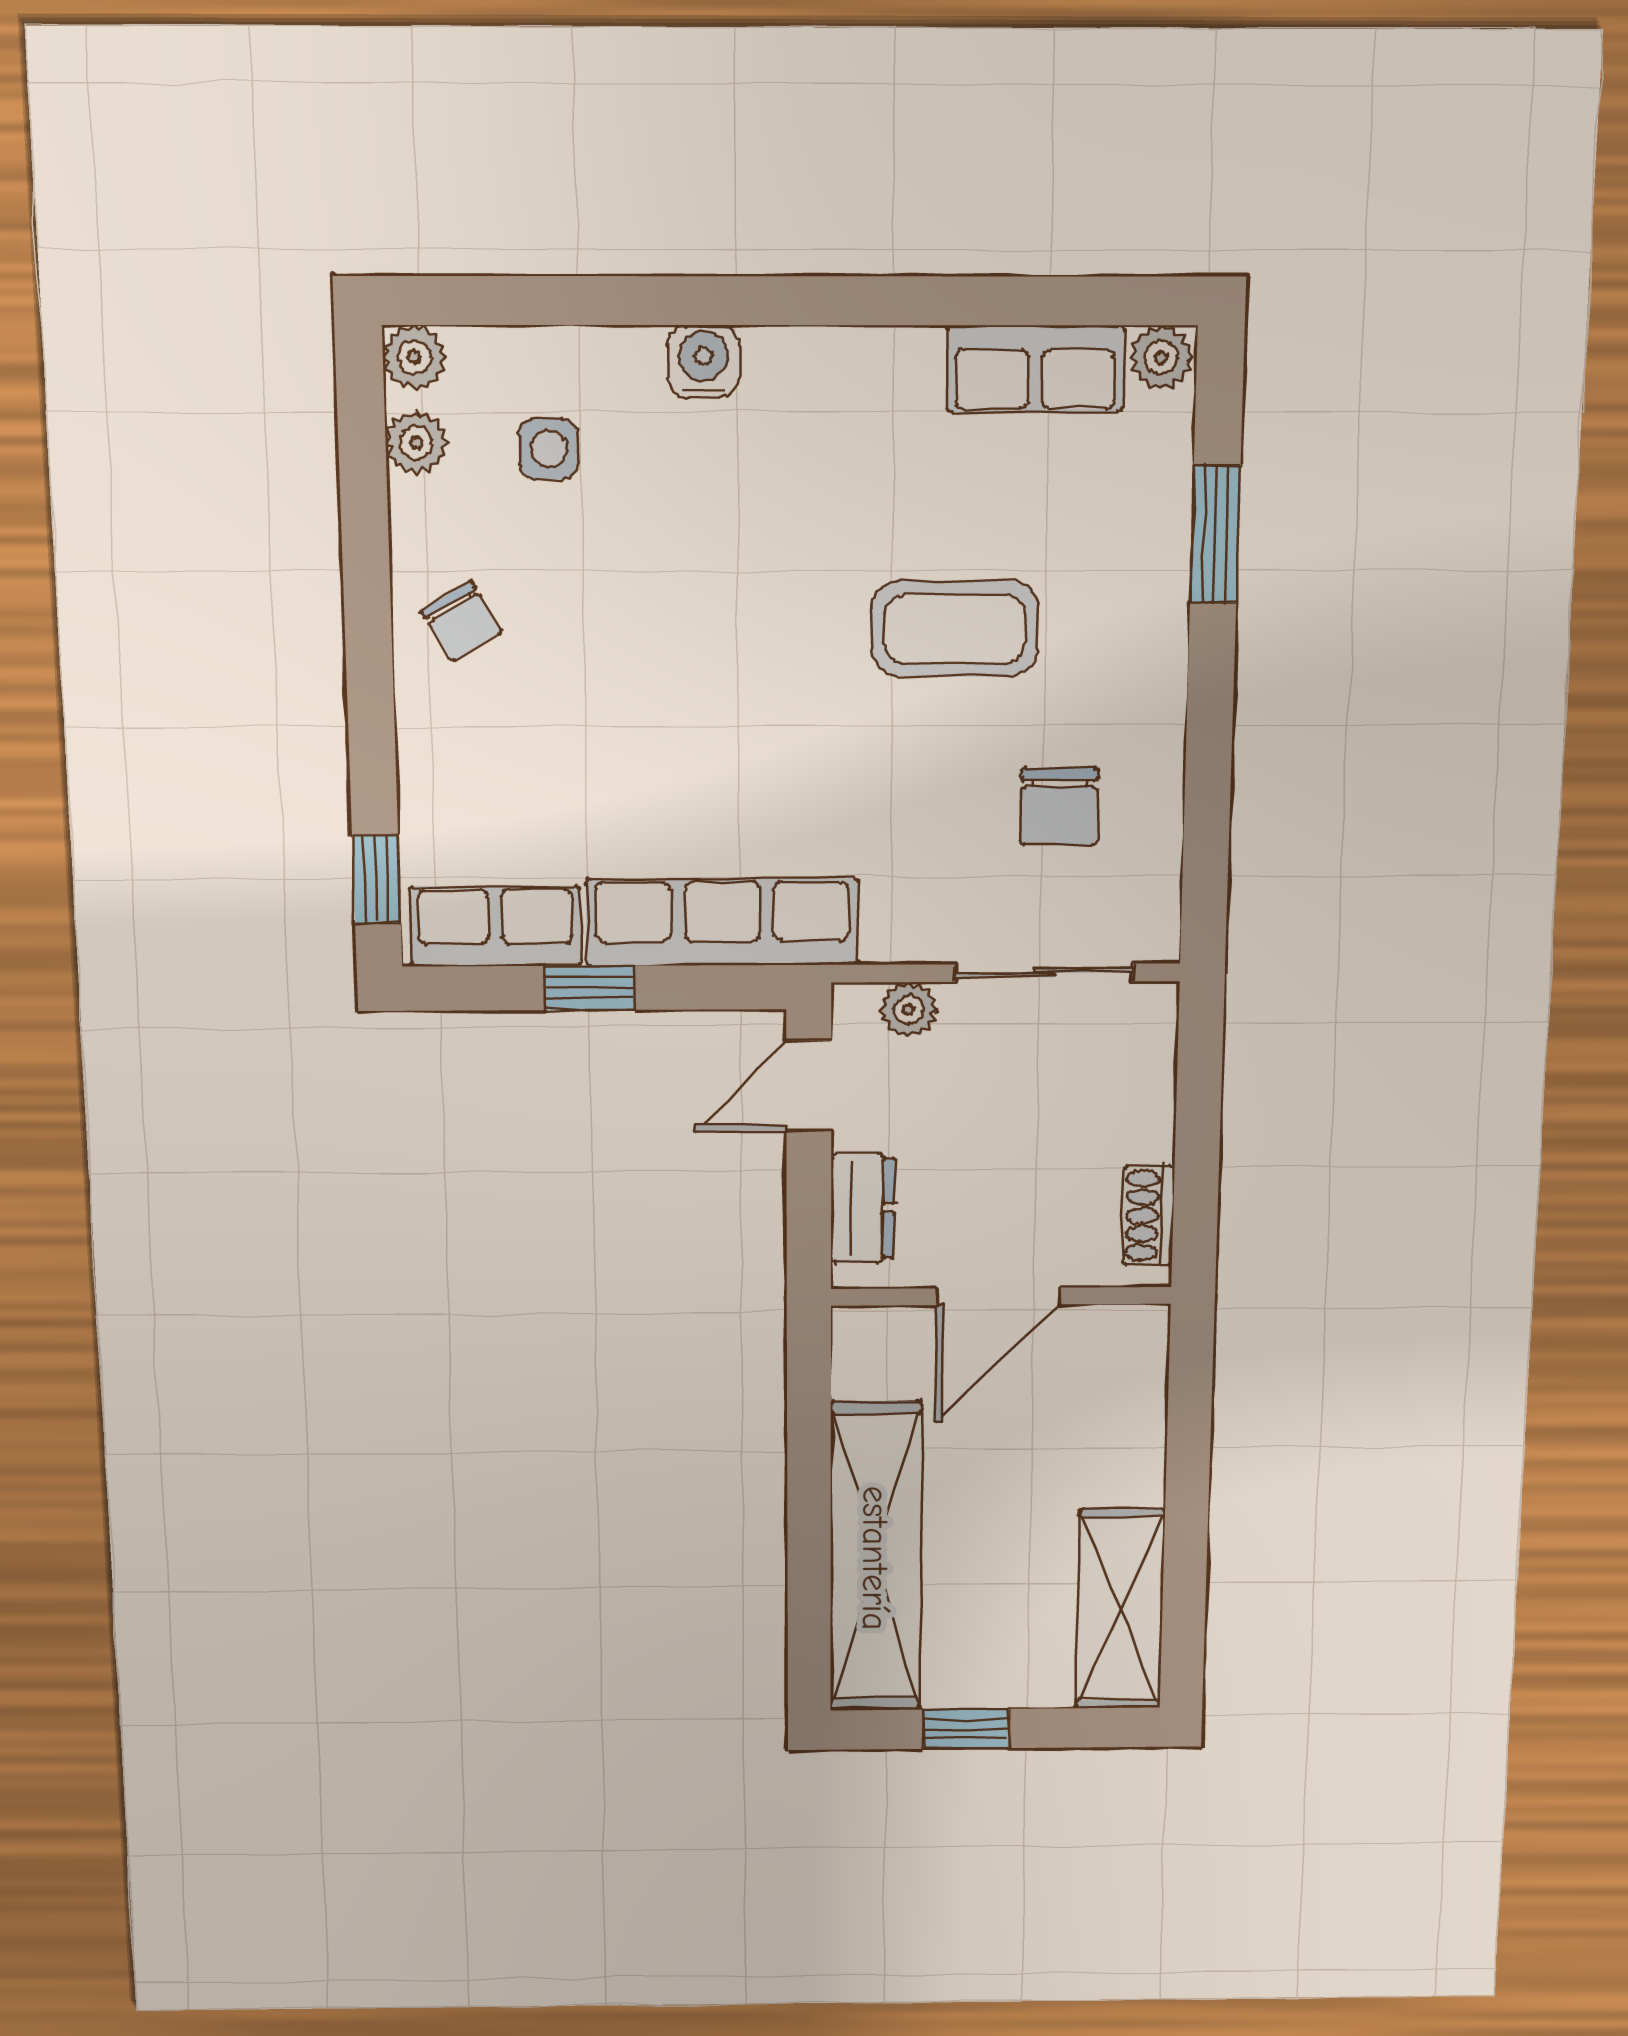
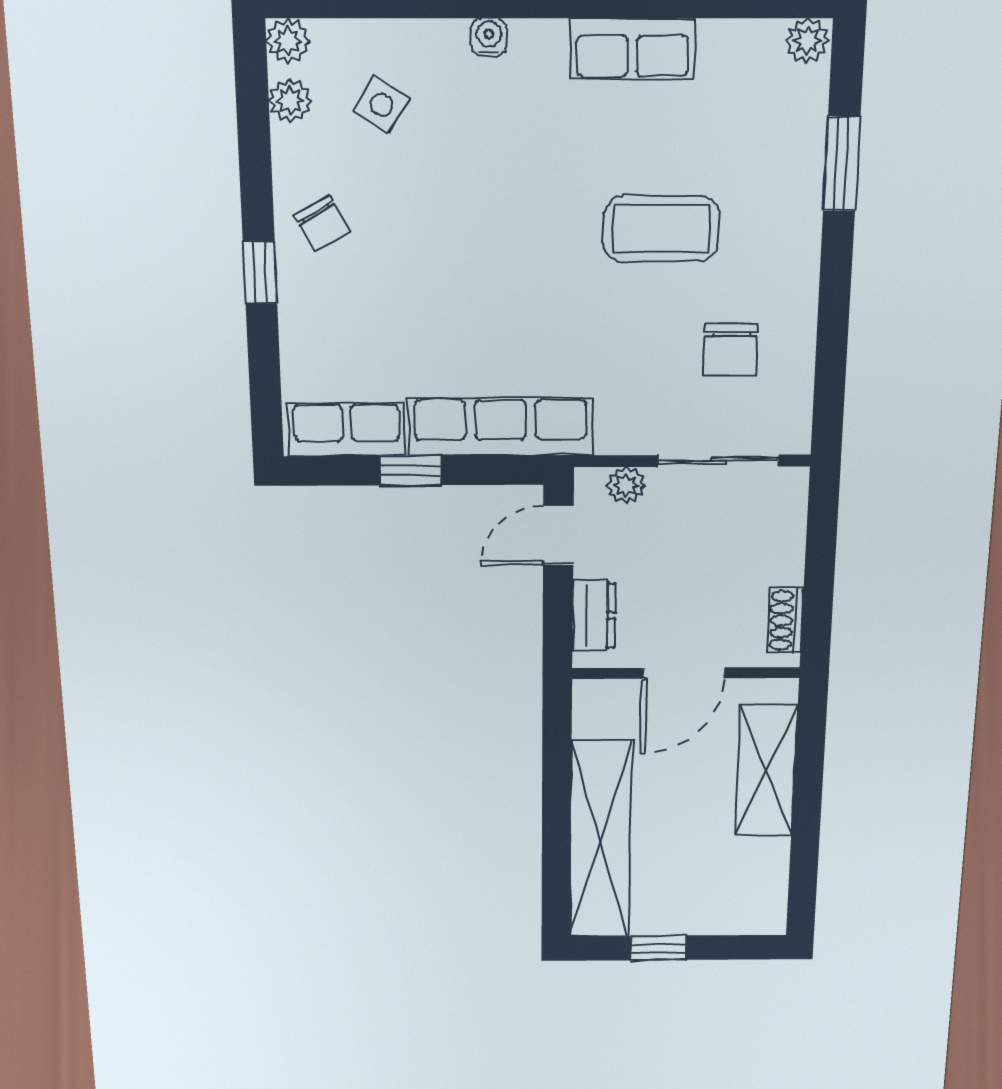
water cooler: (704, 362) -> (489, 37), width x0.72, depth x0.72
row of seats: (1035, 369) -> (632, 49), moved
side table: (549, 449) -> (381, 105), turned 33
window: (376, 879) -> (260, 273), moved
shelving: (1120, 1609) -> (766, 771), moved

